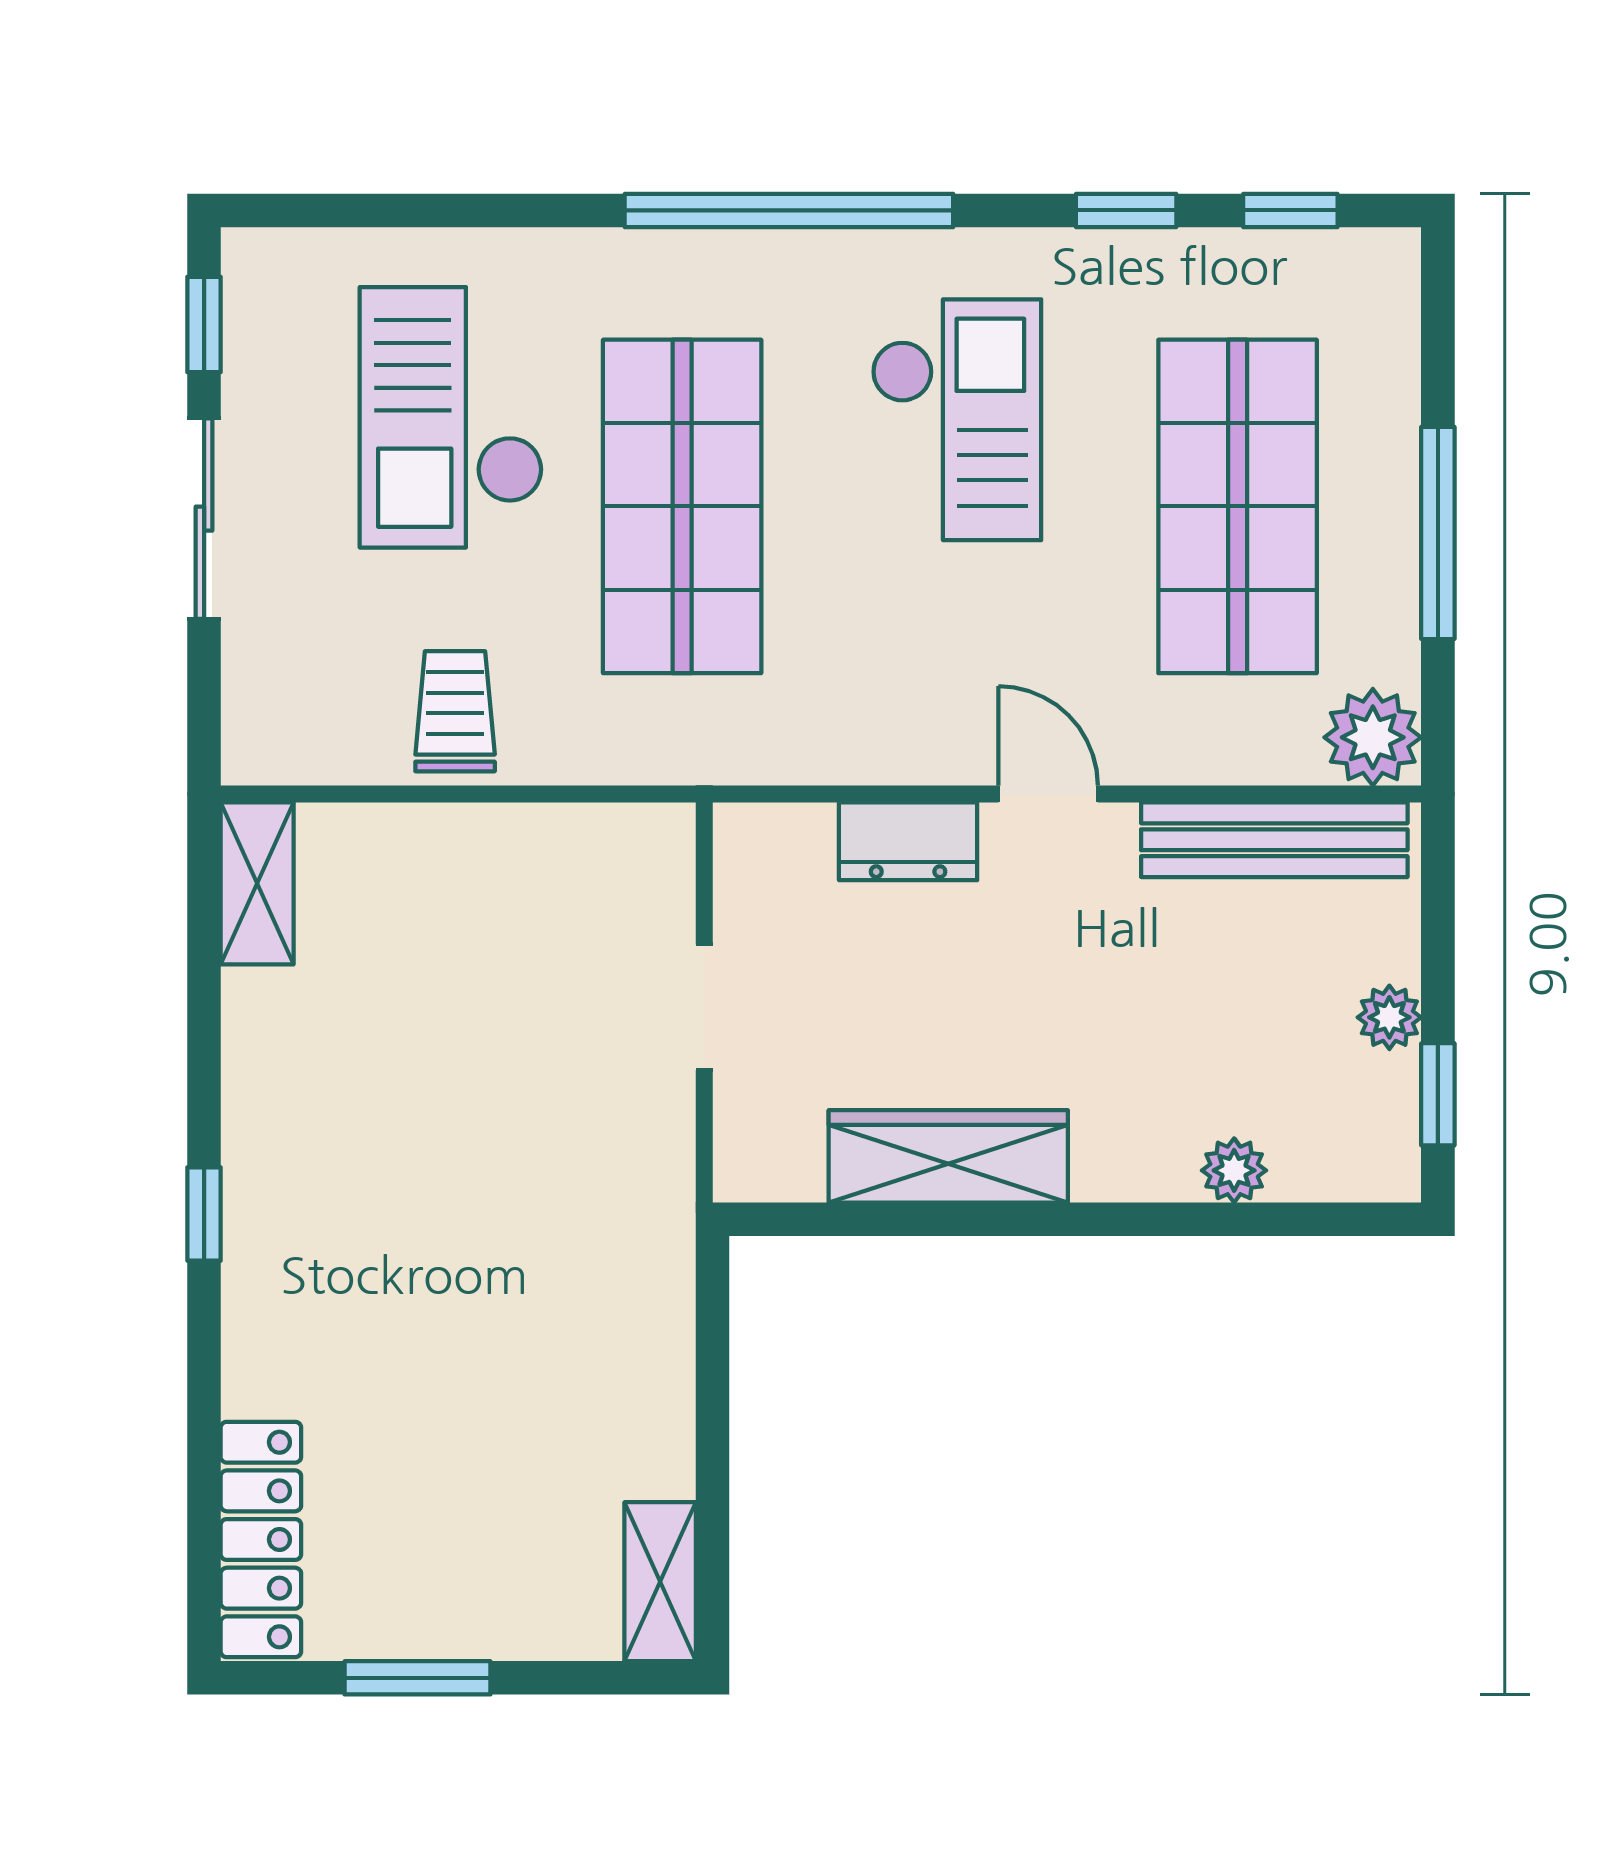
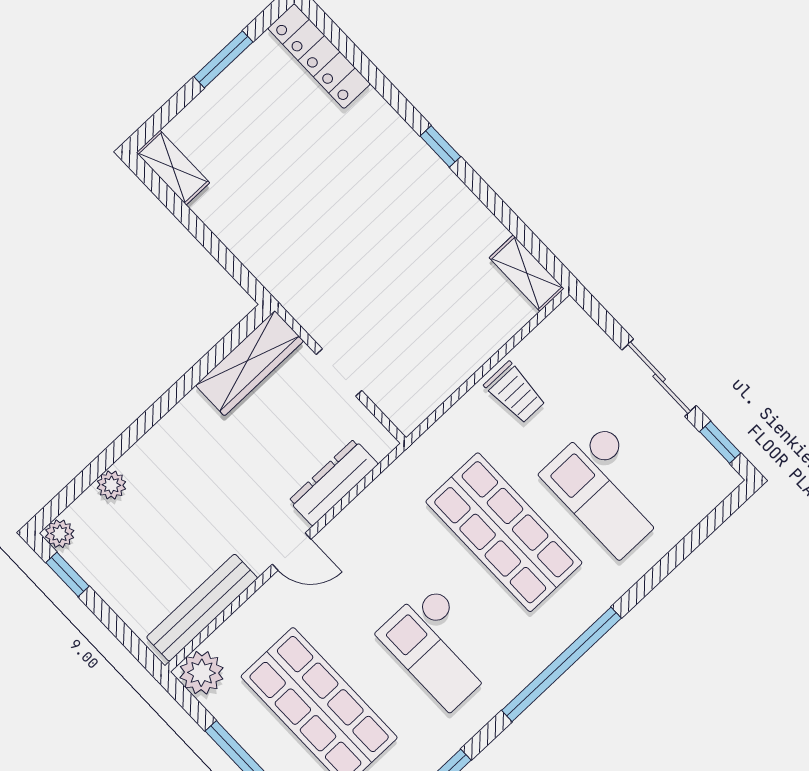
checkout: (451, 417) -> (609, 489), turned 180
dresser: (908, 841) -> (333, 482), width x1.44
plant: (1389, 1017) -> (60, 534), moved
wardrobe: (948, 1156) -> (250, 363), moved

